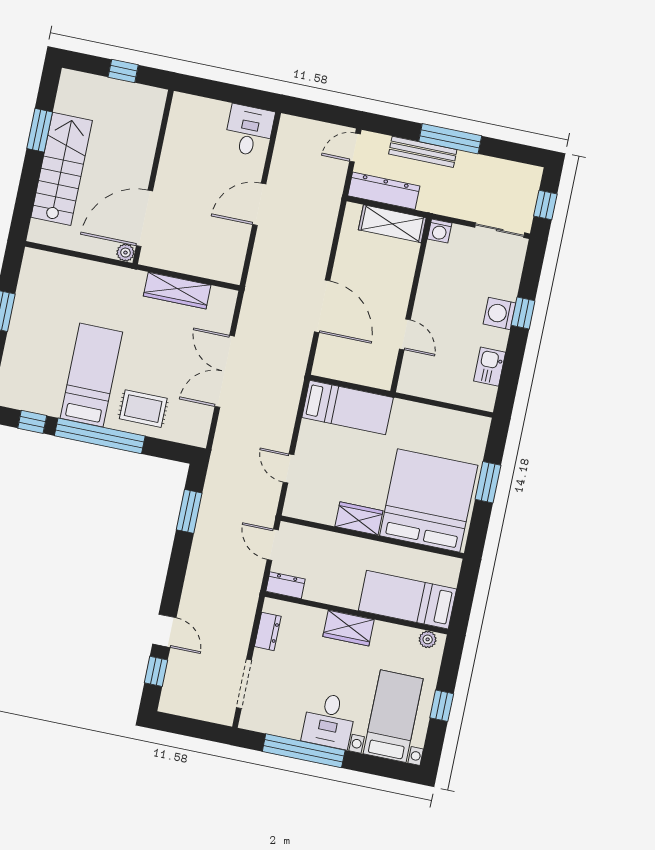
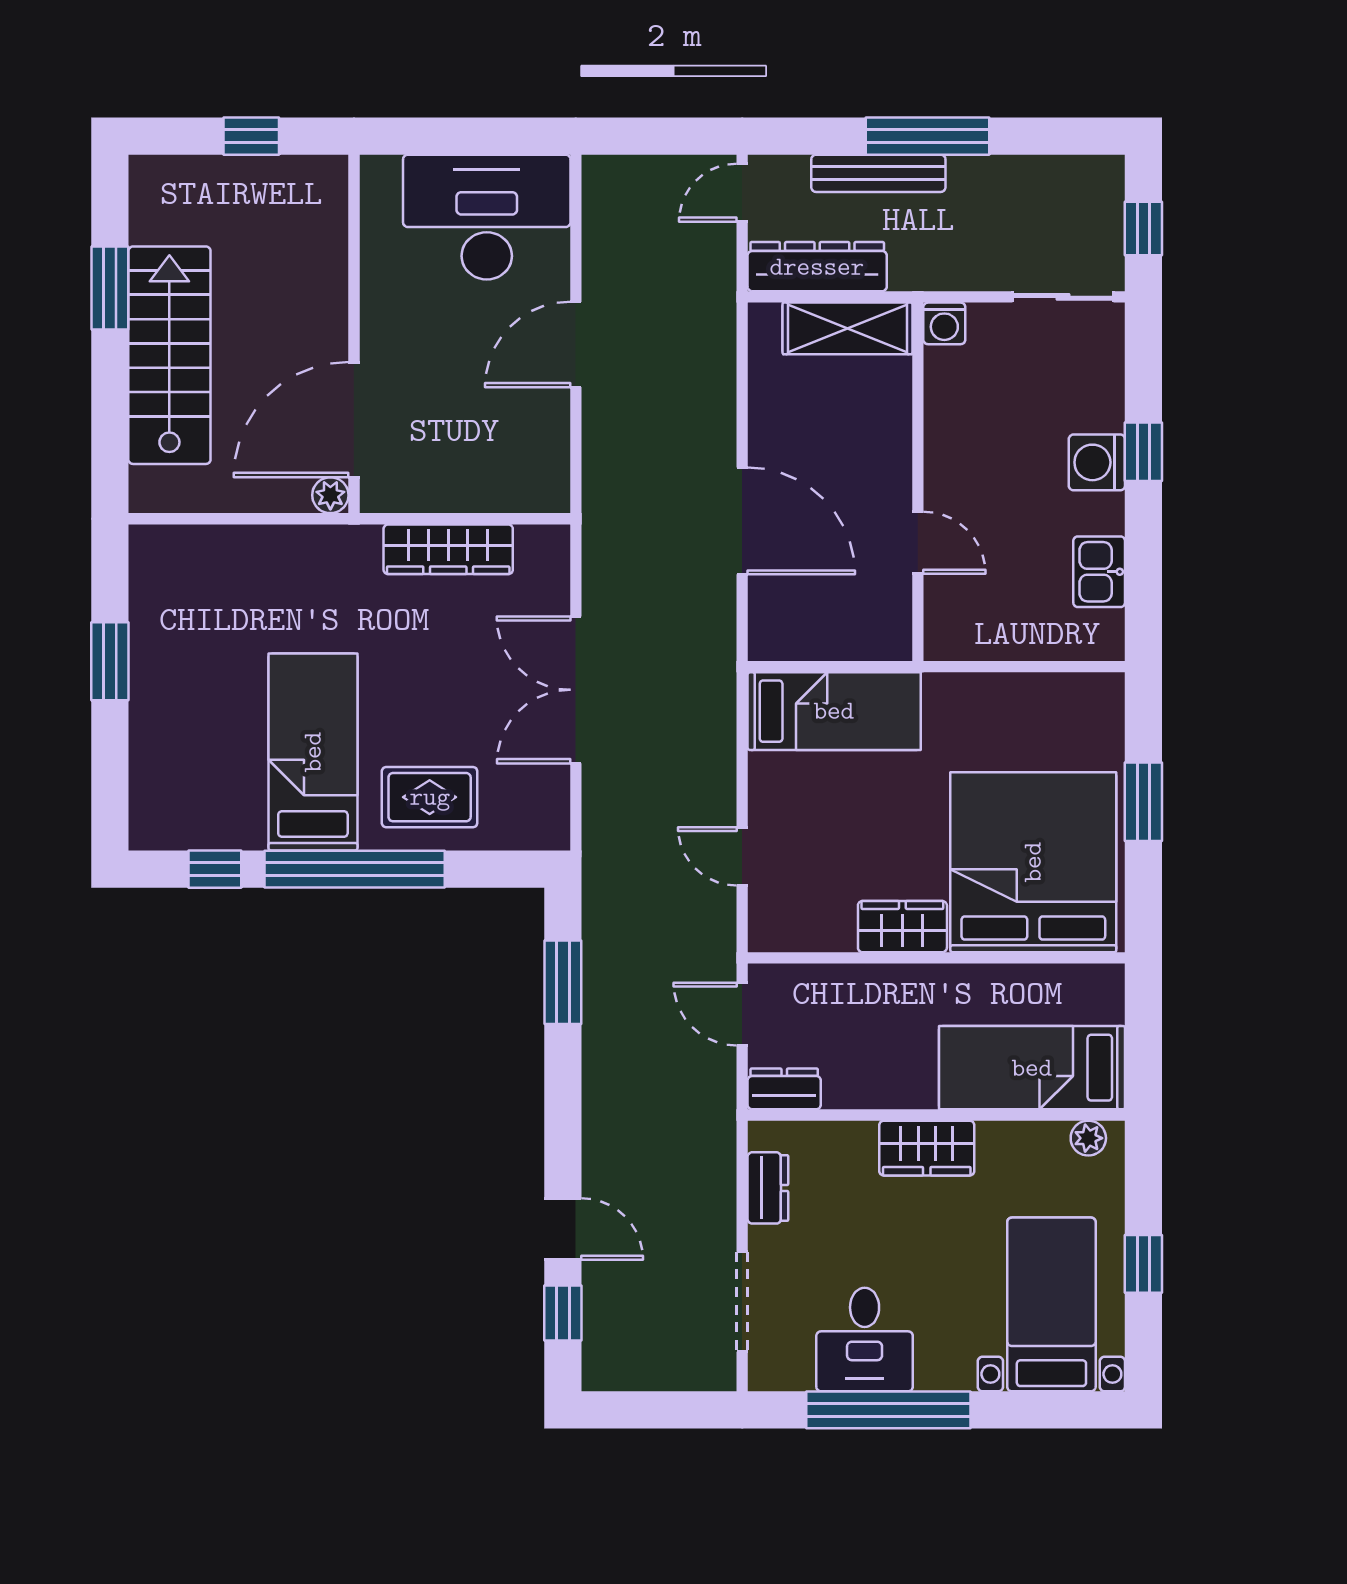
desk: (249, 131) -> (487, 217), width x1.87, depth x1.30
desk: (329, 721) -> (865, 1340), moved

